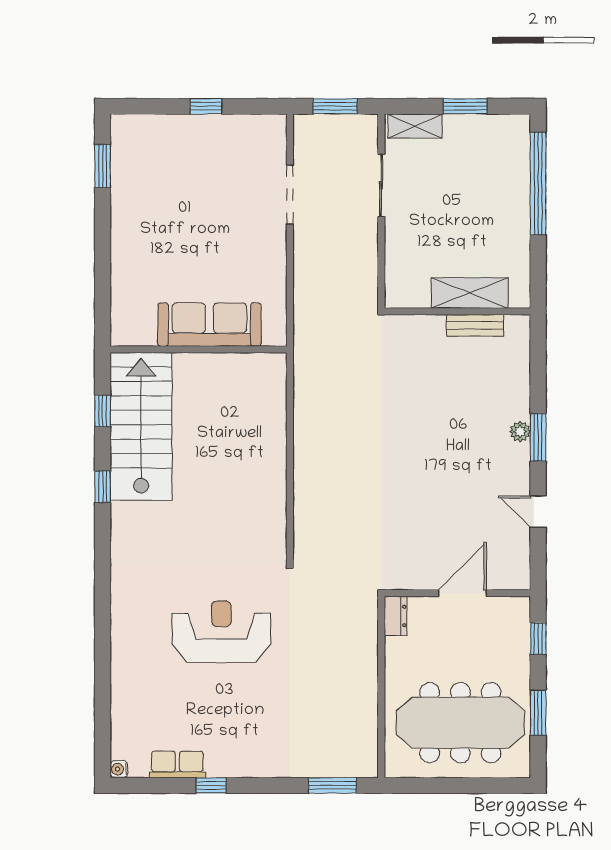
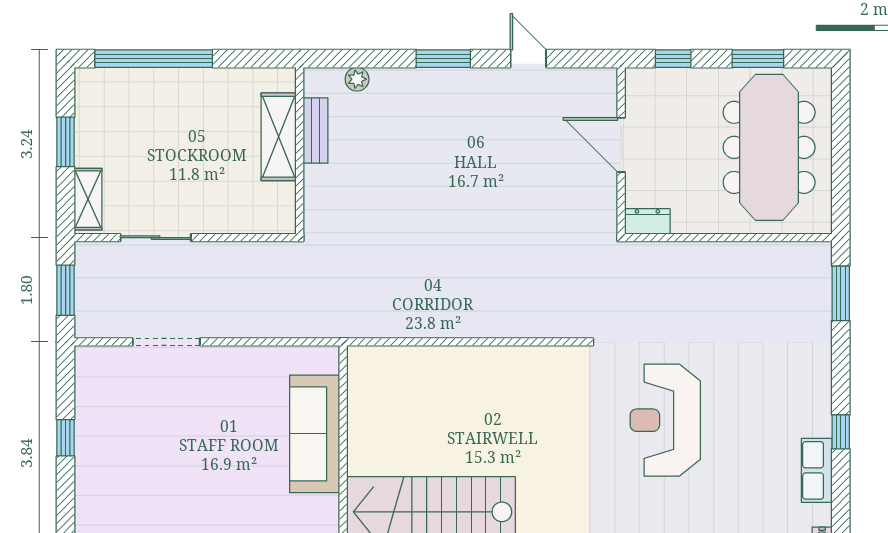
plant: (520, 432) -> (357, 79), moved
door: (538, 512) -> (528, 59), swing flipped

